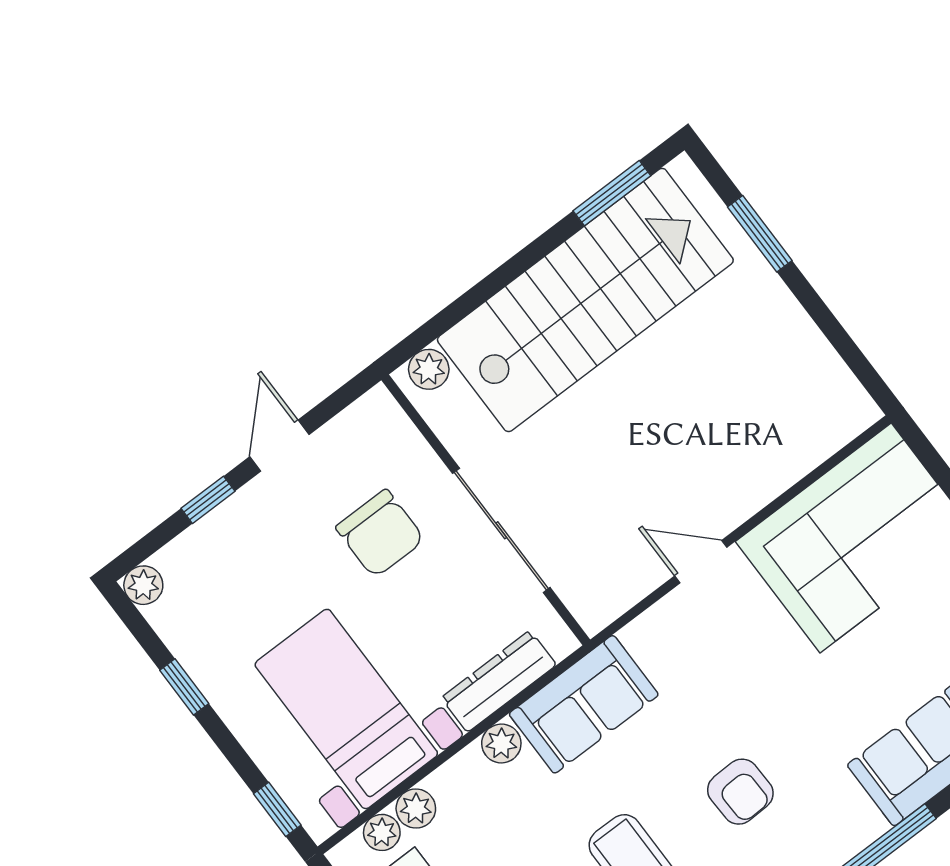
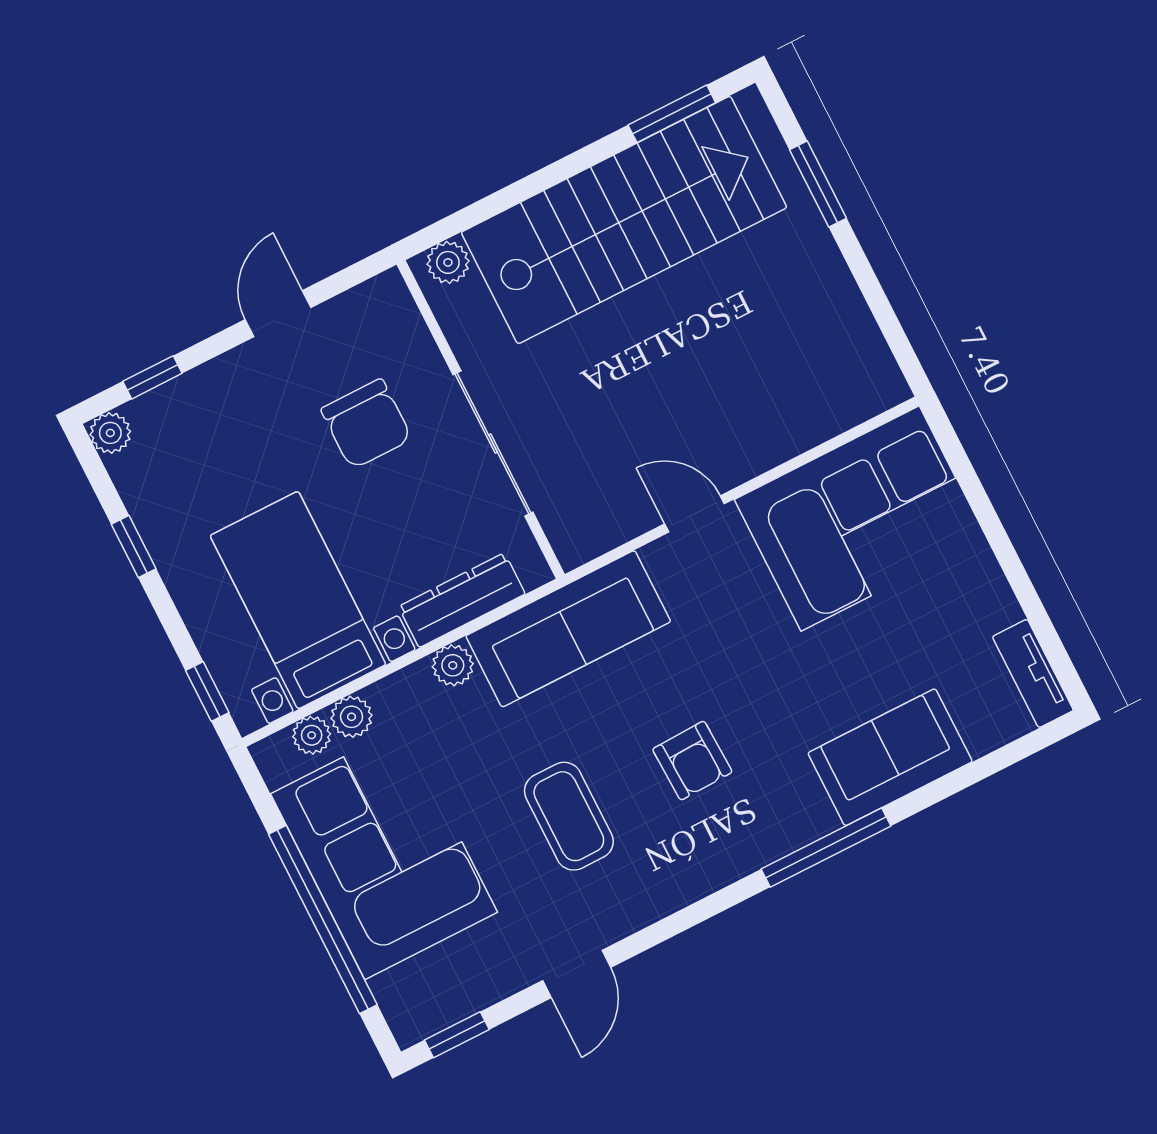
window: (208, 500) -> (152, 377), moved
sofa: (584, 704) -> (568, 629), width x1.36

